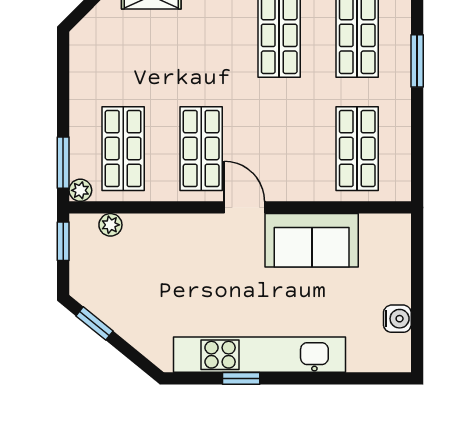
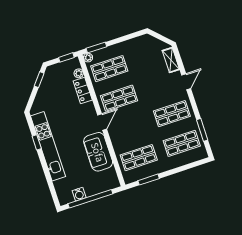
window: (417, 61) -> (149, 180), moved
locker: (154, 229) -> (83, 91), added
window: (417, 295) -> (90, 199), added

